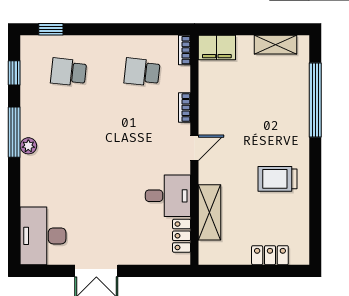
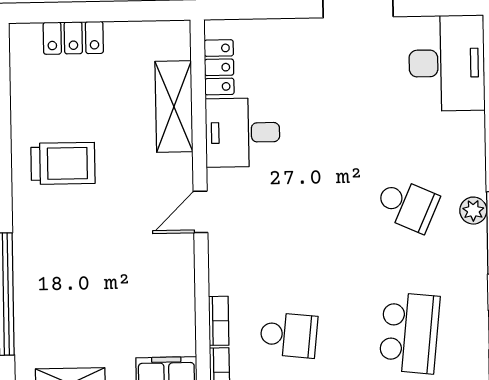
school desk: (69, 72) -> (409, 333), width x1.85
bookcase: (184, 108) -> (219, 321), moved
school desk: (69, 150) -> (407, 205), added

